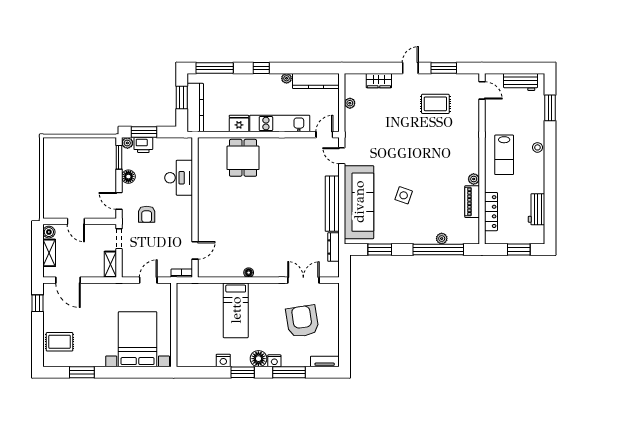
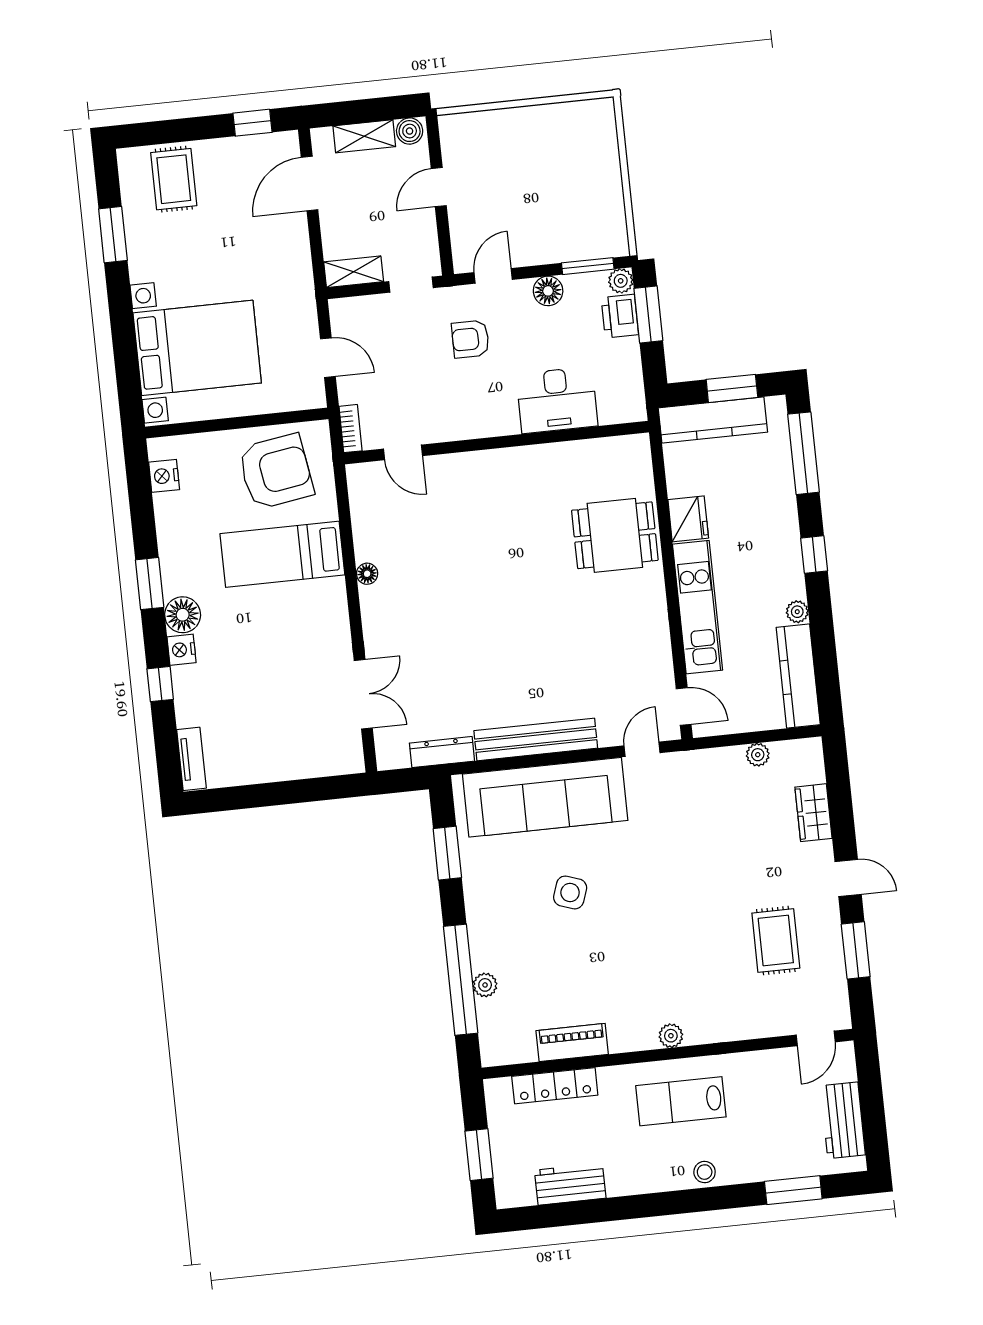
plant: (474, 179) -> (671, 1036), moved
armchair: (302, 321) -> (276, 472), moved
nightstand: (223, 360) -> (164, 476), moved
window: (289, 372) -> (160, 684), width x0.46

